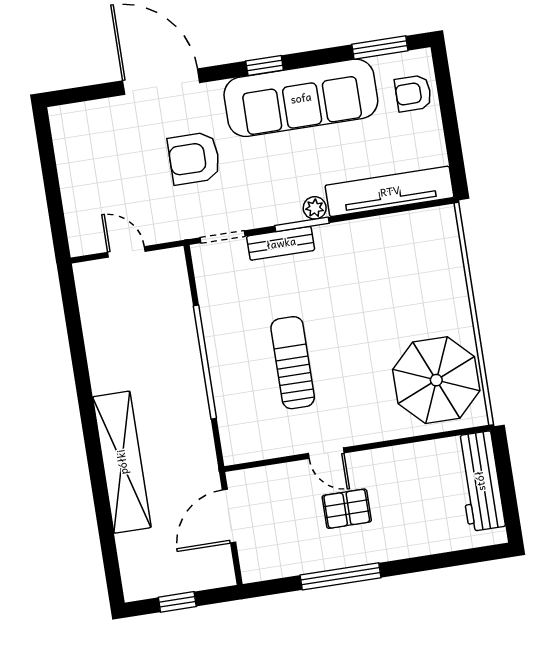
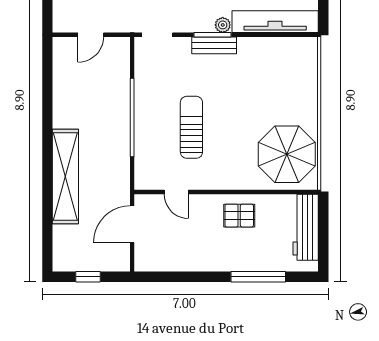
bench: (281, 243) -> (214, 45), moved
door: (126, 252) -> (91, 35), swing flipped
door: (326, 453) -> (176, 192), moved
pallet: (347, 509) -> (239, 216), moved
window: (341, 576) -> (258, 277), moved

